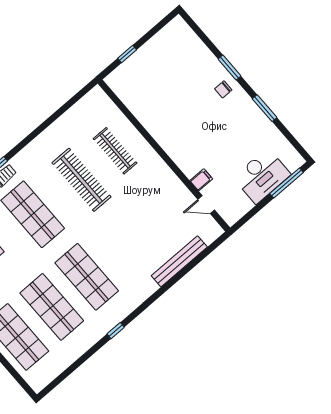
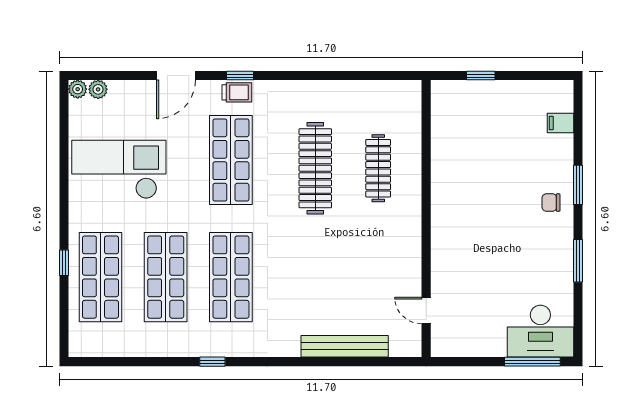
desk: (262, 176) -> (540, 331), moved
filing cabinet: (201, 180) -> (560, 123), moved, turned 180

